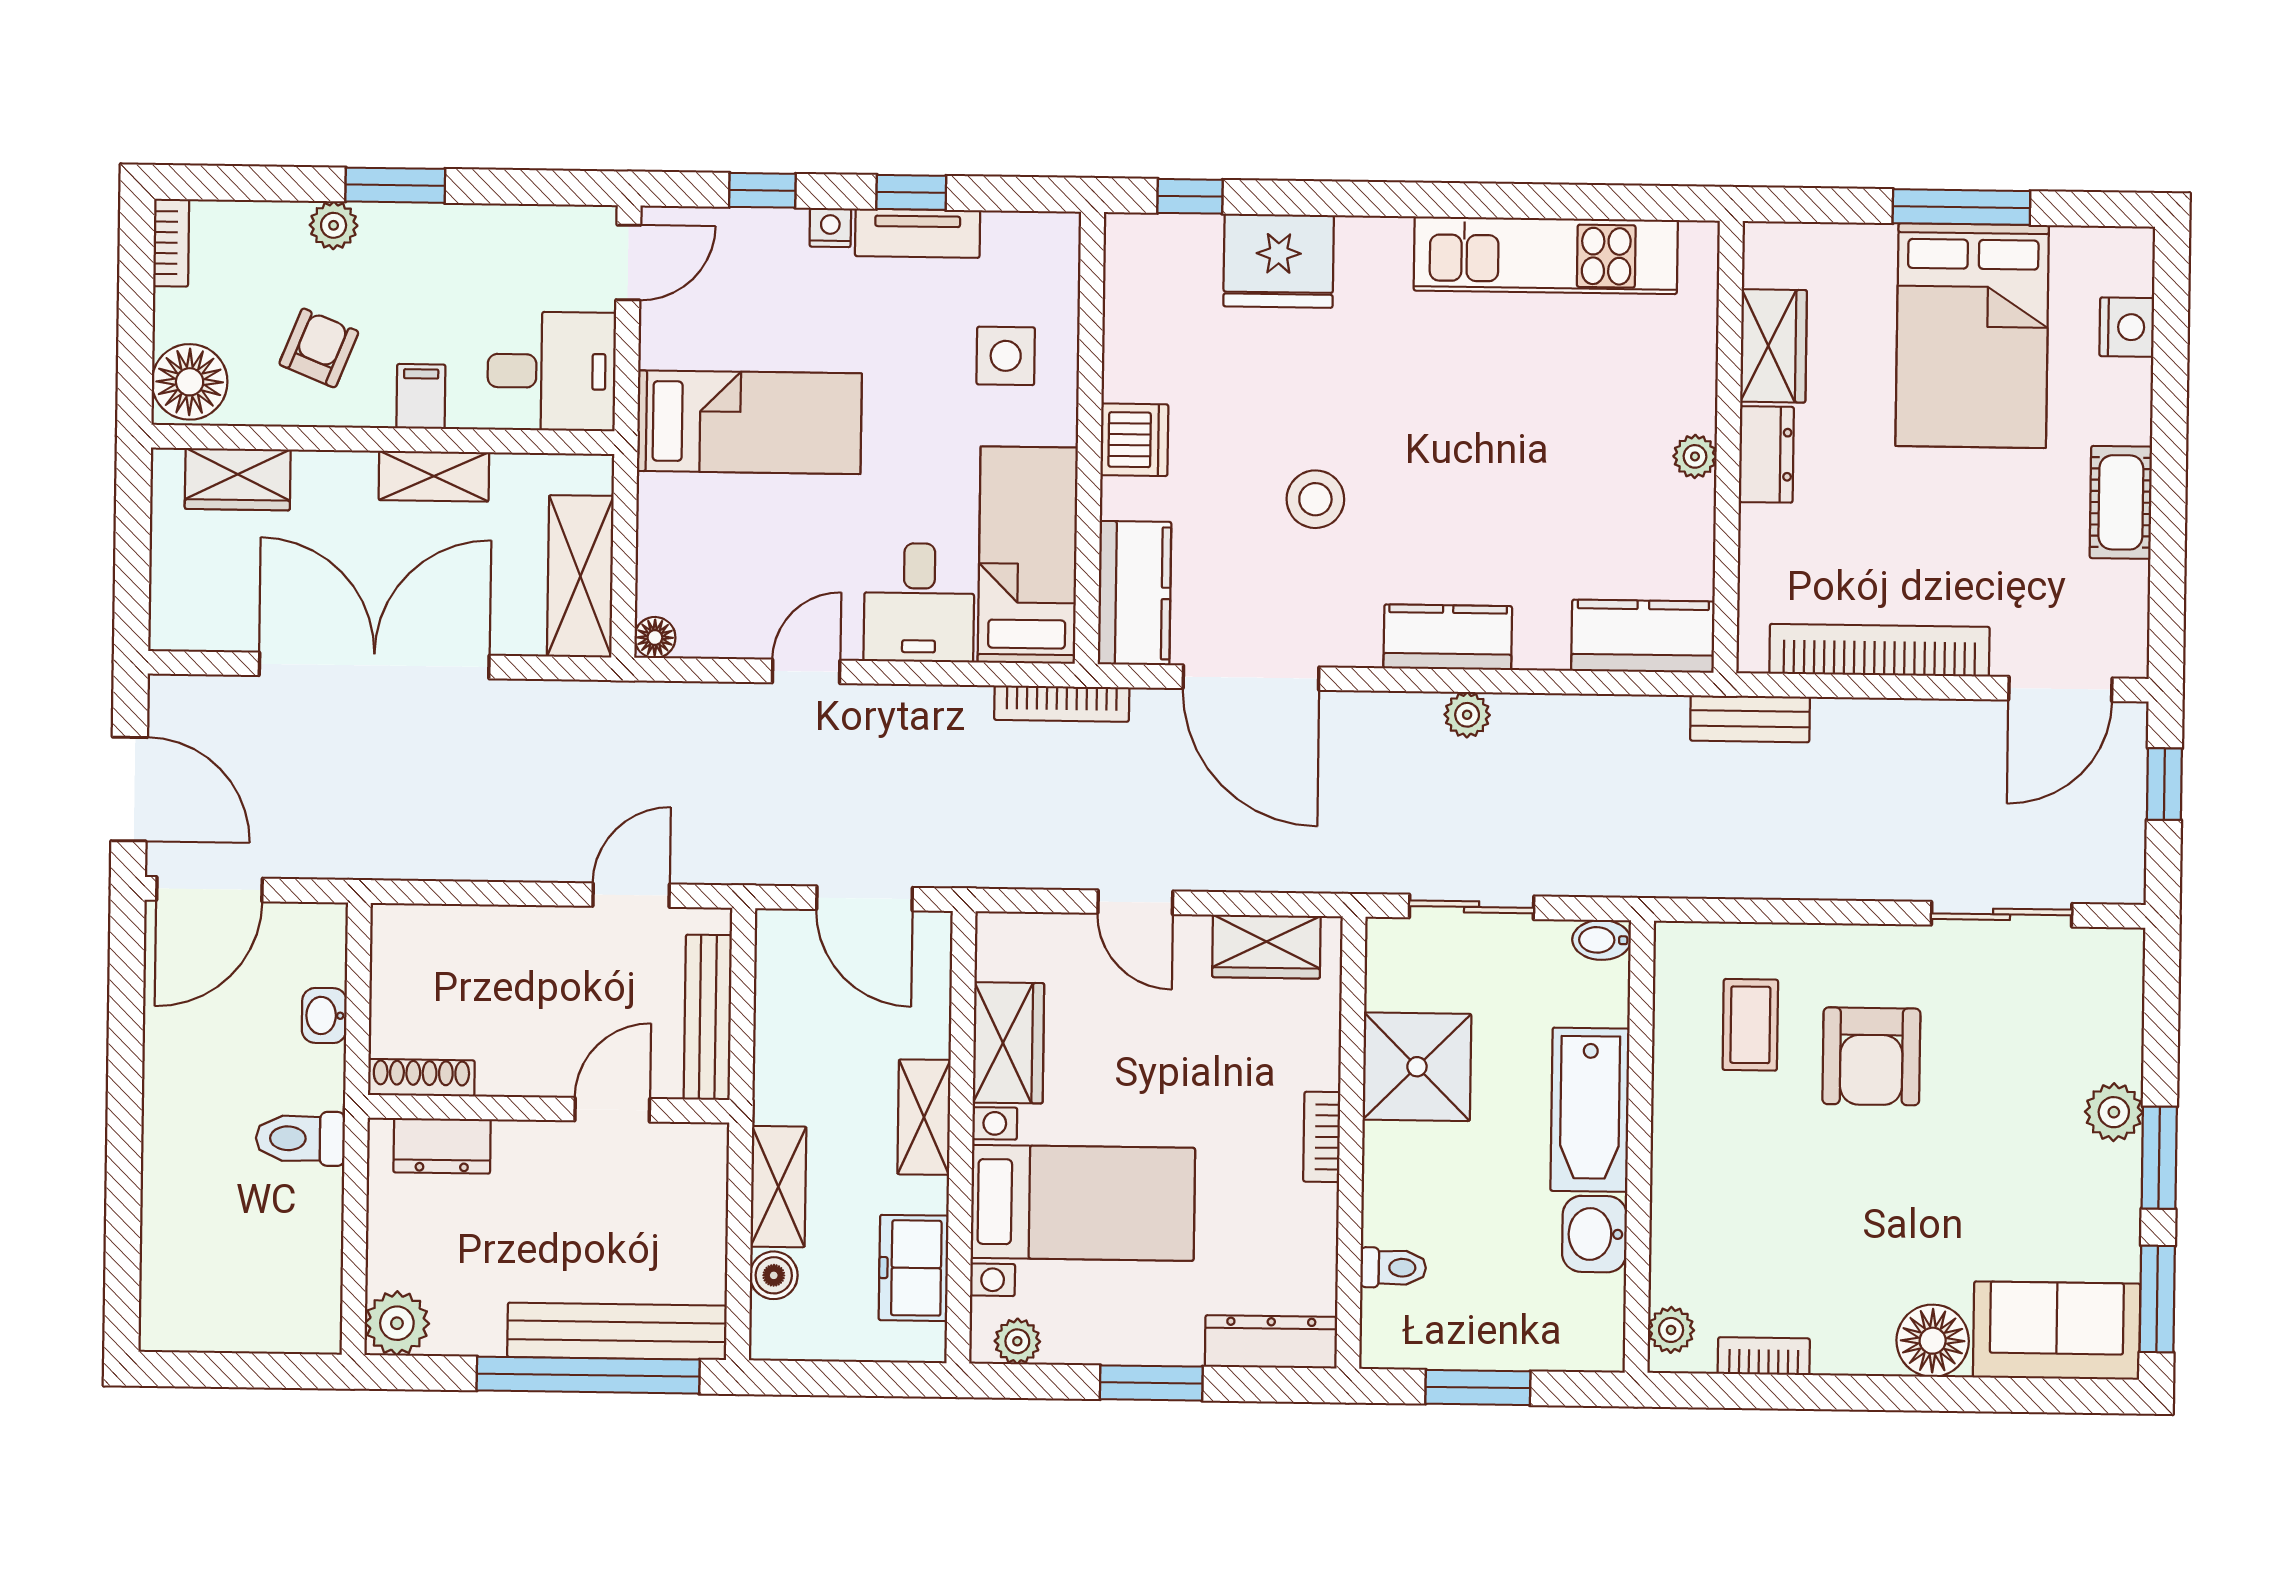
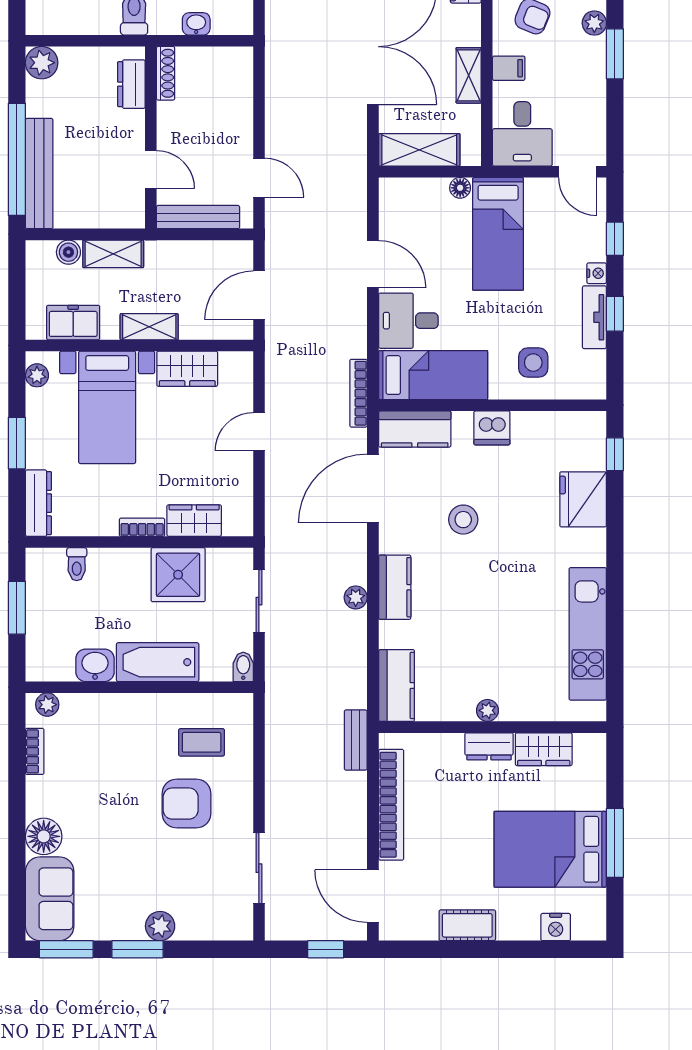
floor lamp: (655, 638) -> (460, 188), moved
door: (806, 671) -> (373, 264), width x1.38
wardrobe: (1266, 947) -> (194, 521), moved, turned 90

